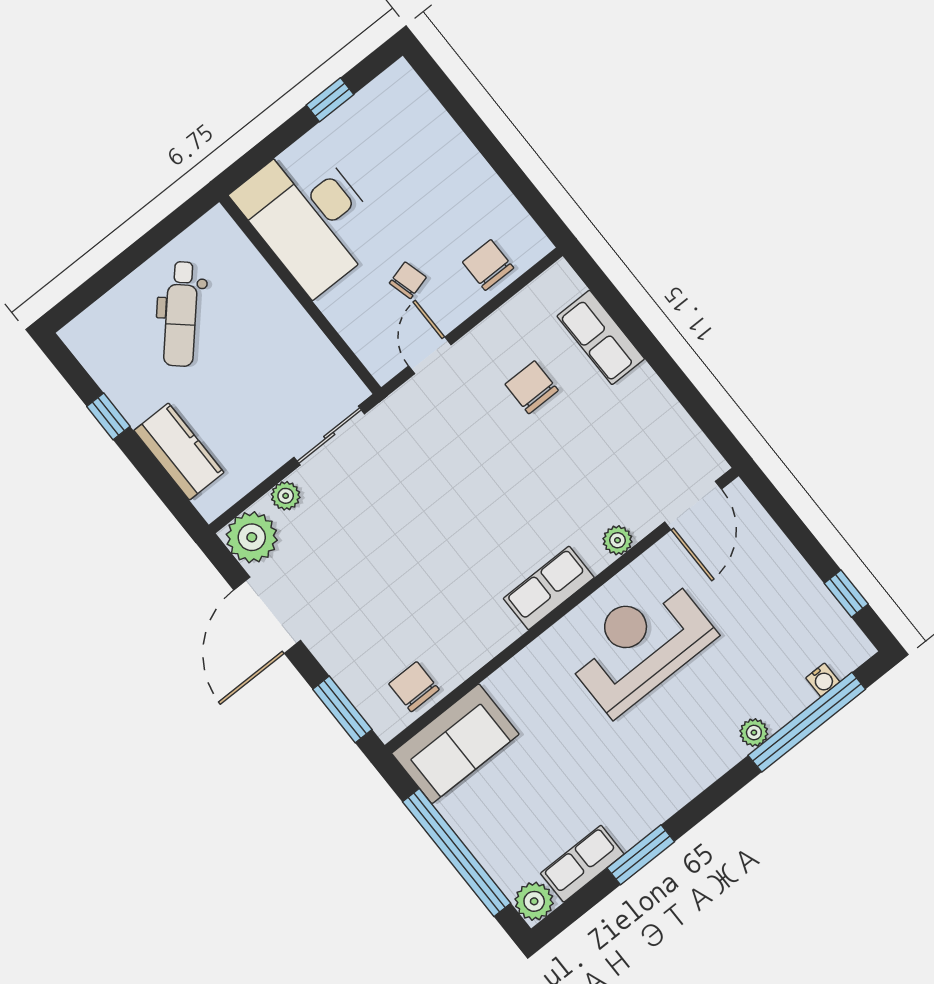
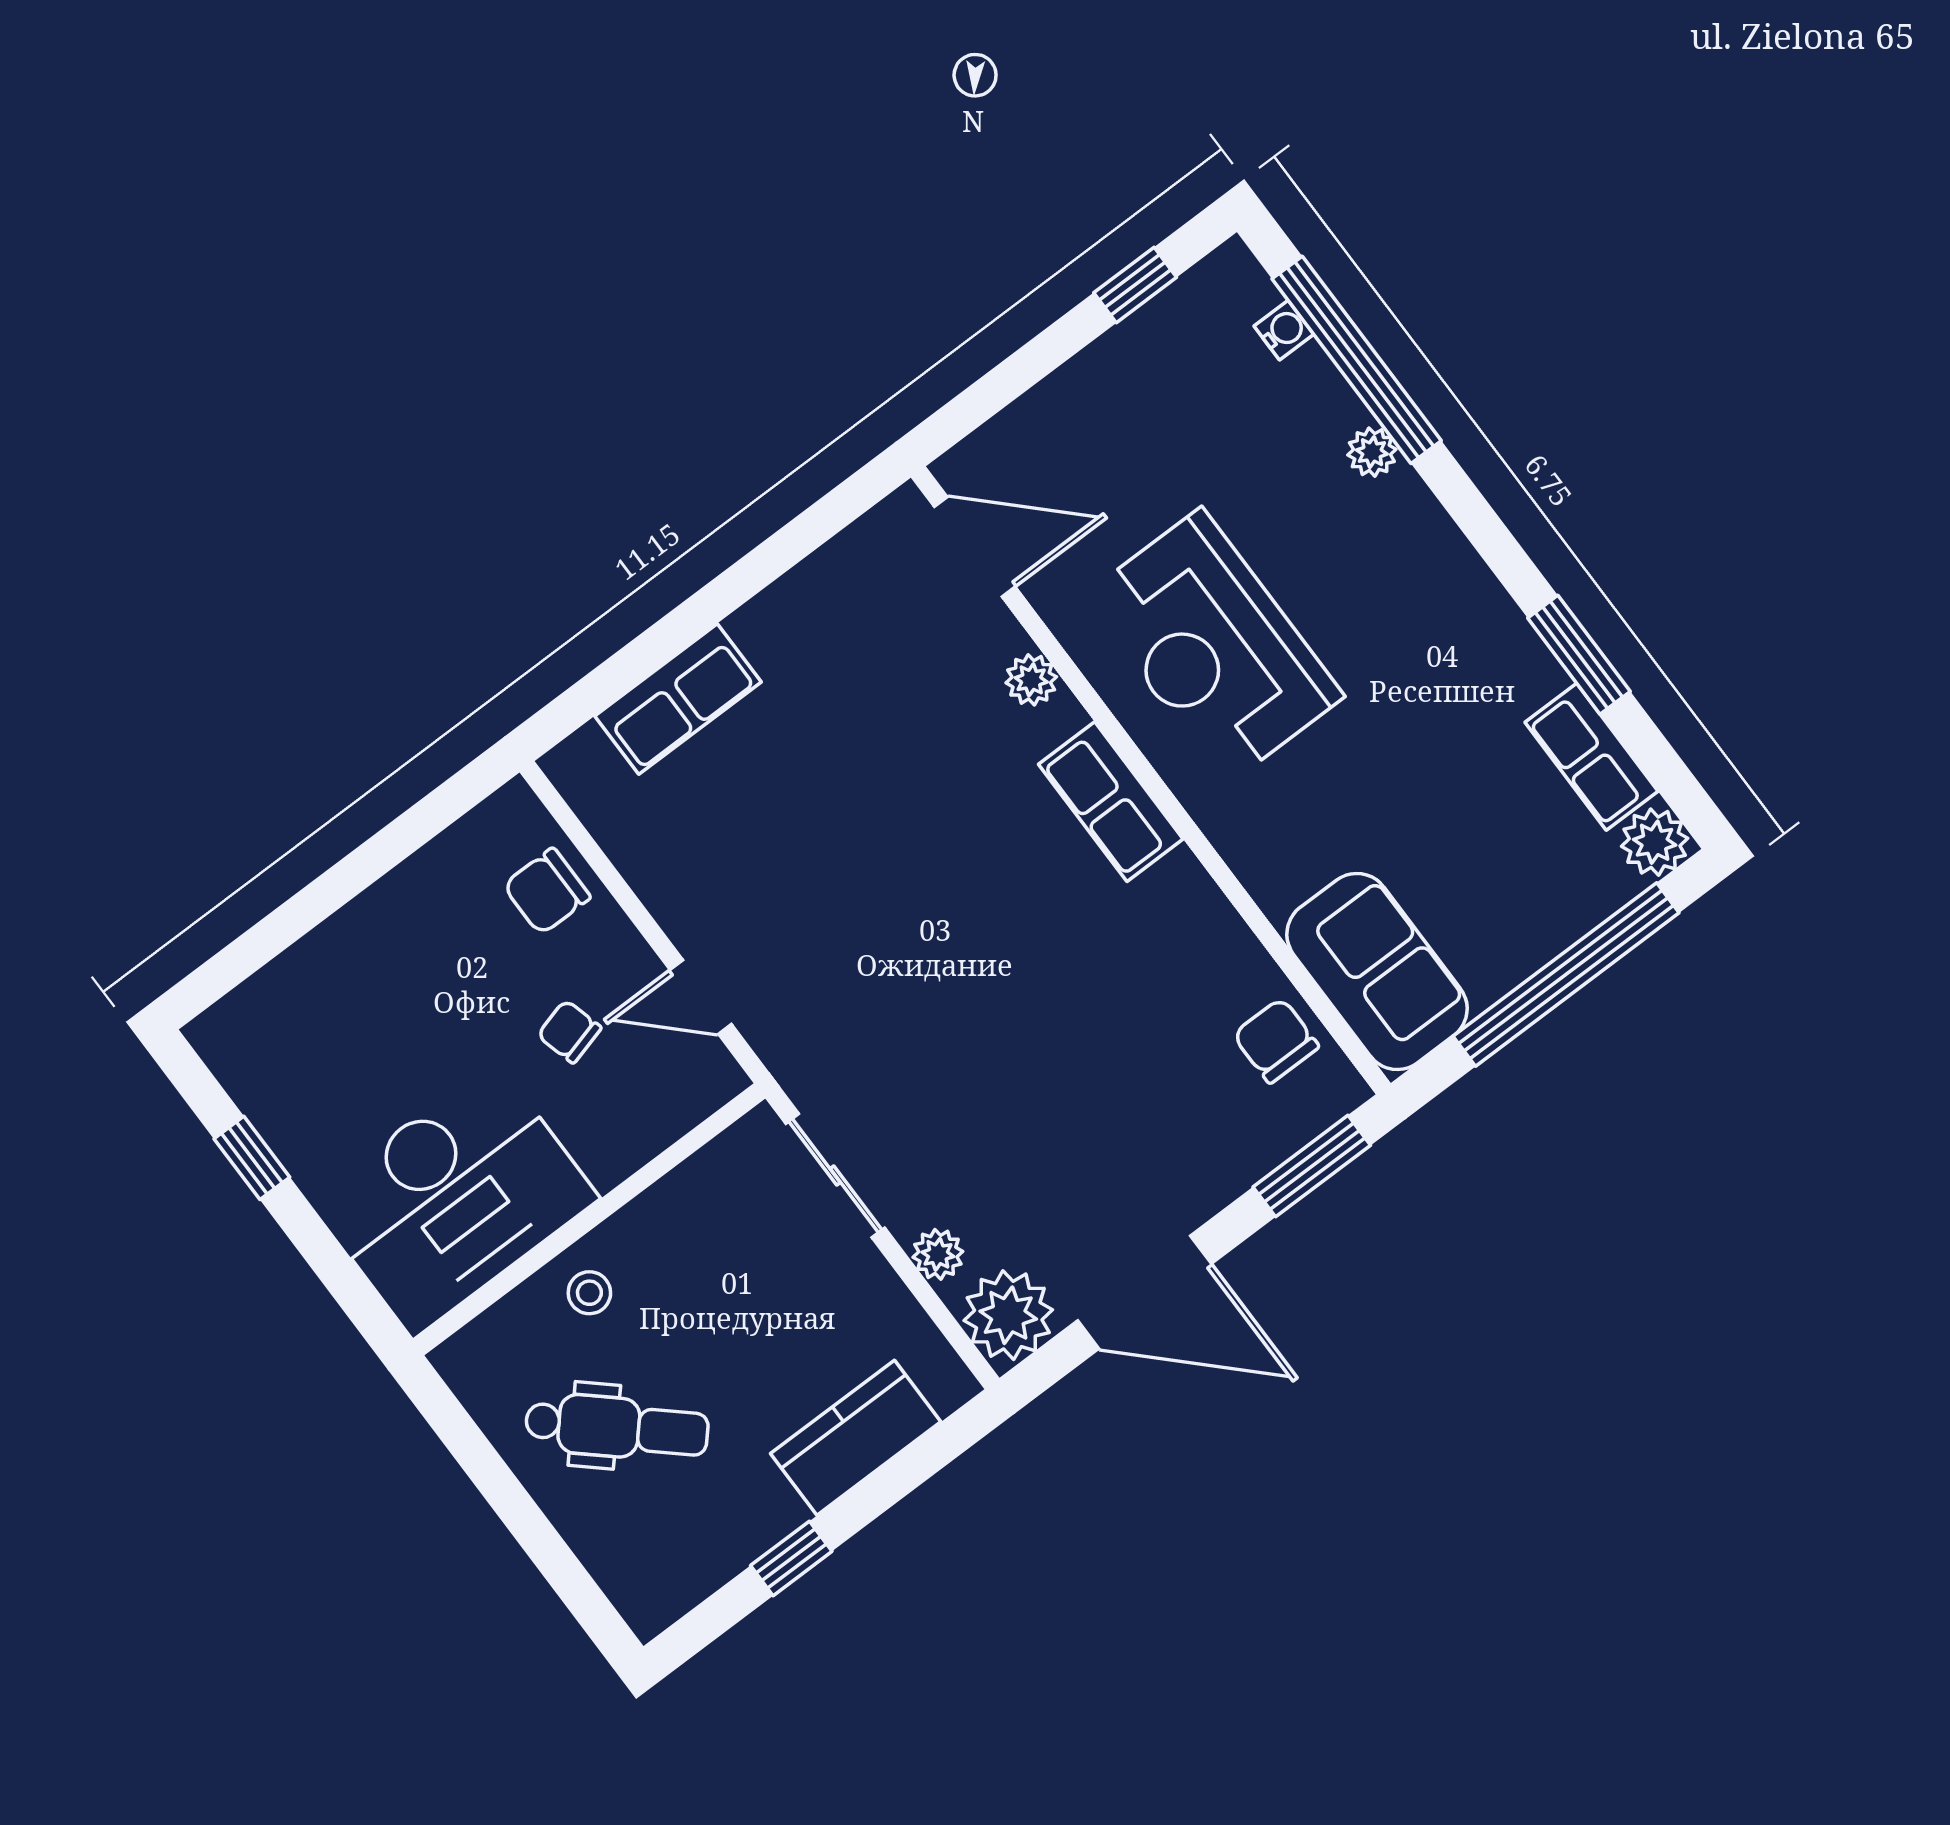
stool: (258, 296) -> (589, 1293), added
chair: (532, 387) -> (761, 822), removed
chair: (414, 687) -> (1276, 1041), turned 90

